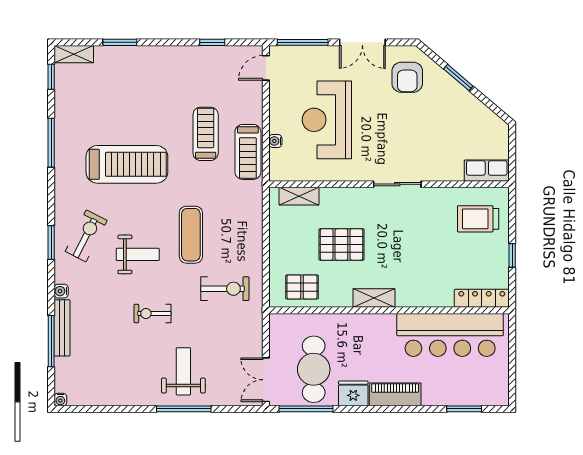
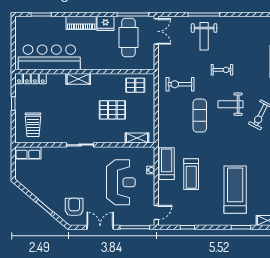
treadmill: (127, 164) -> (235, 190), moved, turned 90
trolley: (478, 219) -> (33, 125), turned 90
shelving: (374, 298) -> (78, 79), moved

